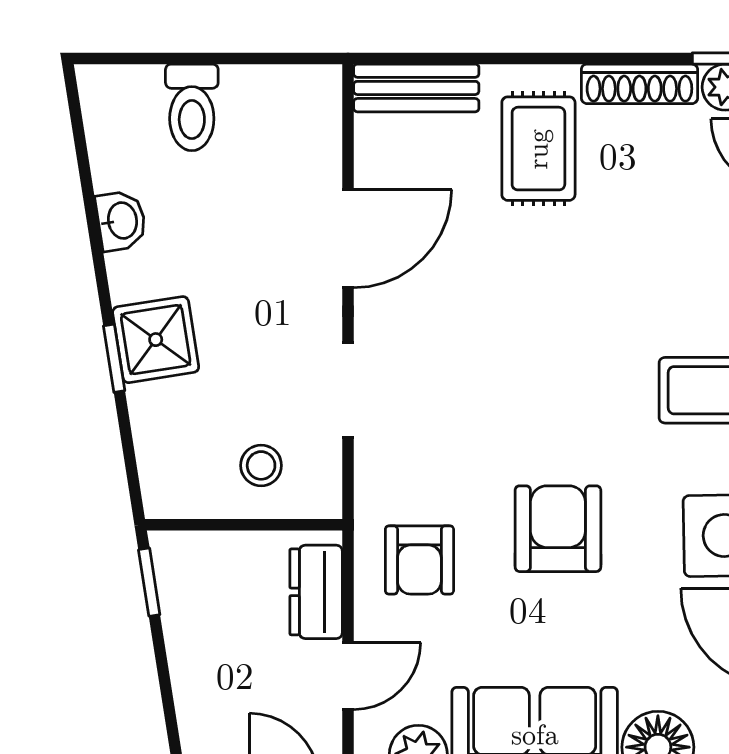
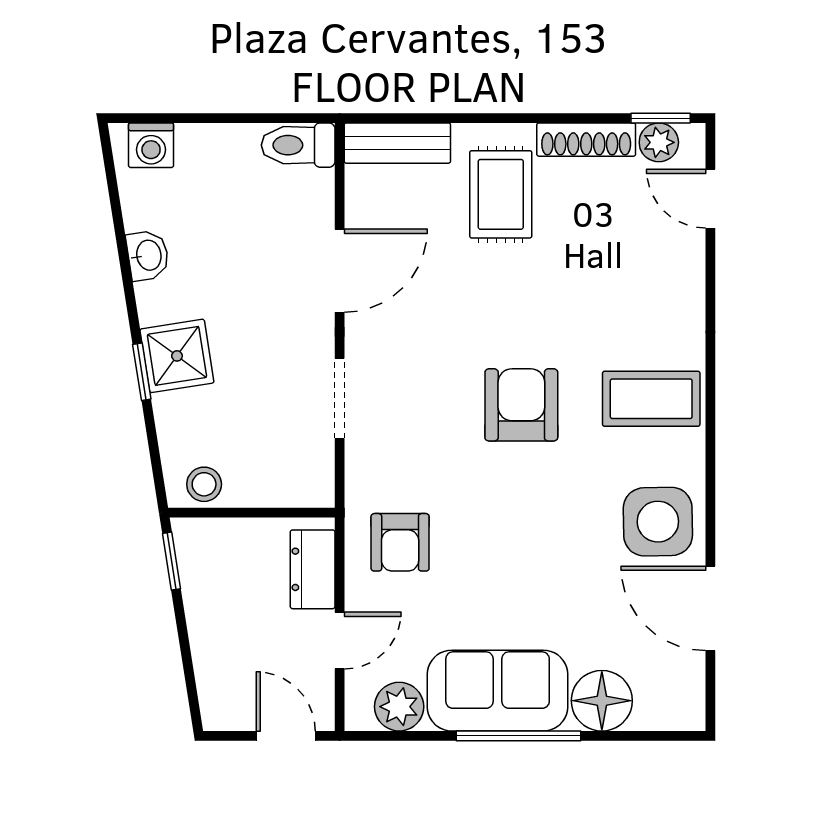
washing machine: (125, 91) -> (151, 145), added
toilet: (192, 107) -> (298, 145), moved, turned 90
stool: (261, 465) -> (204, 484), moved
armchair: (558, 529) -> (521, 405), moved

